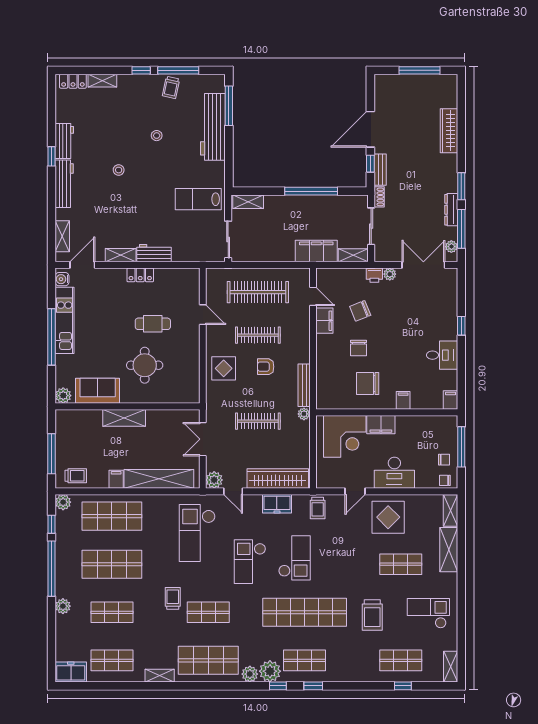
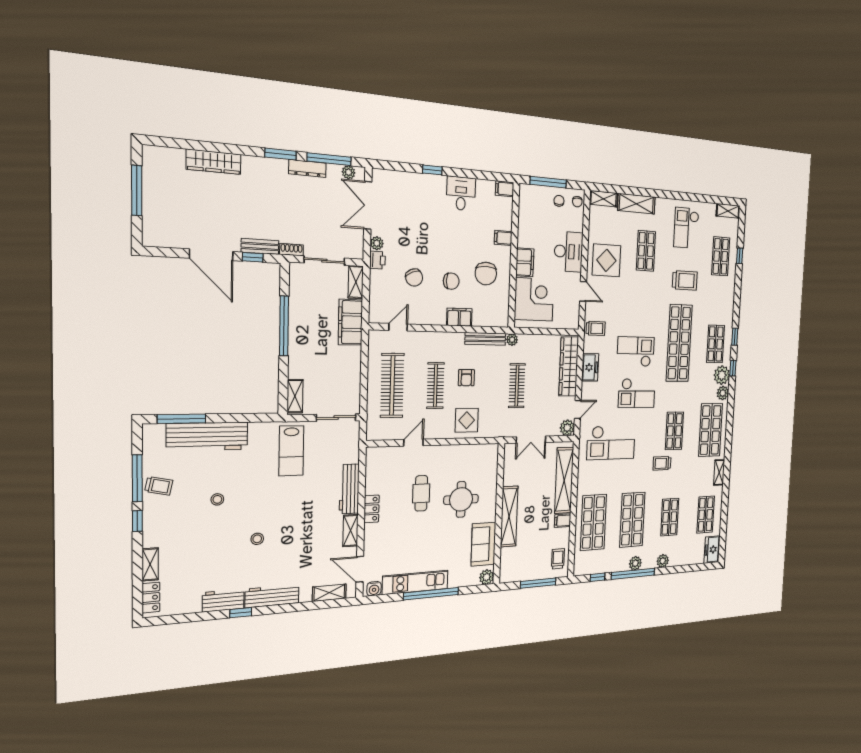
workbench: (154, 253) -> (349, 489), width x1.38
filing cabinet: (324, 321) -> (459, 317), moved
shelving: (124, 418) -> (509, 517), width x1.47
plant: (63, 502) -> (635, 563), moved

